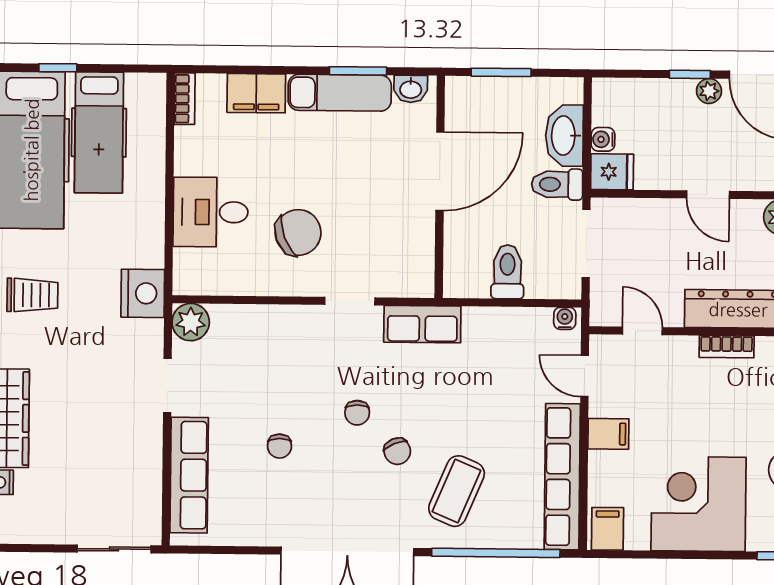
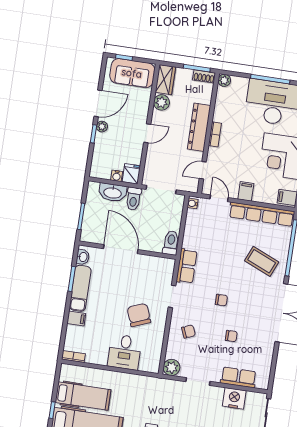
filing cabinet: (256, 93) -> (76, 318), width x0.50
toilet: (507, 272) -> (171, 243), moved, turned 90
nightstand: (143, 293) -> (234, 398), moved
door: (585, 376) -> (219, 198), swing flipped
chair: (397, 451) -> (188, 332), moved
row of seats: (189, 475) -> (238, 377), width x0.68

